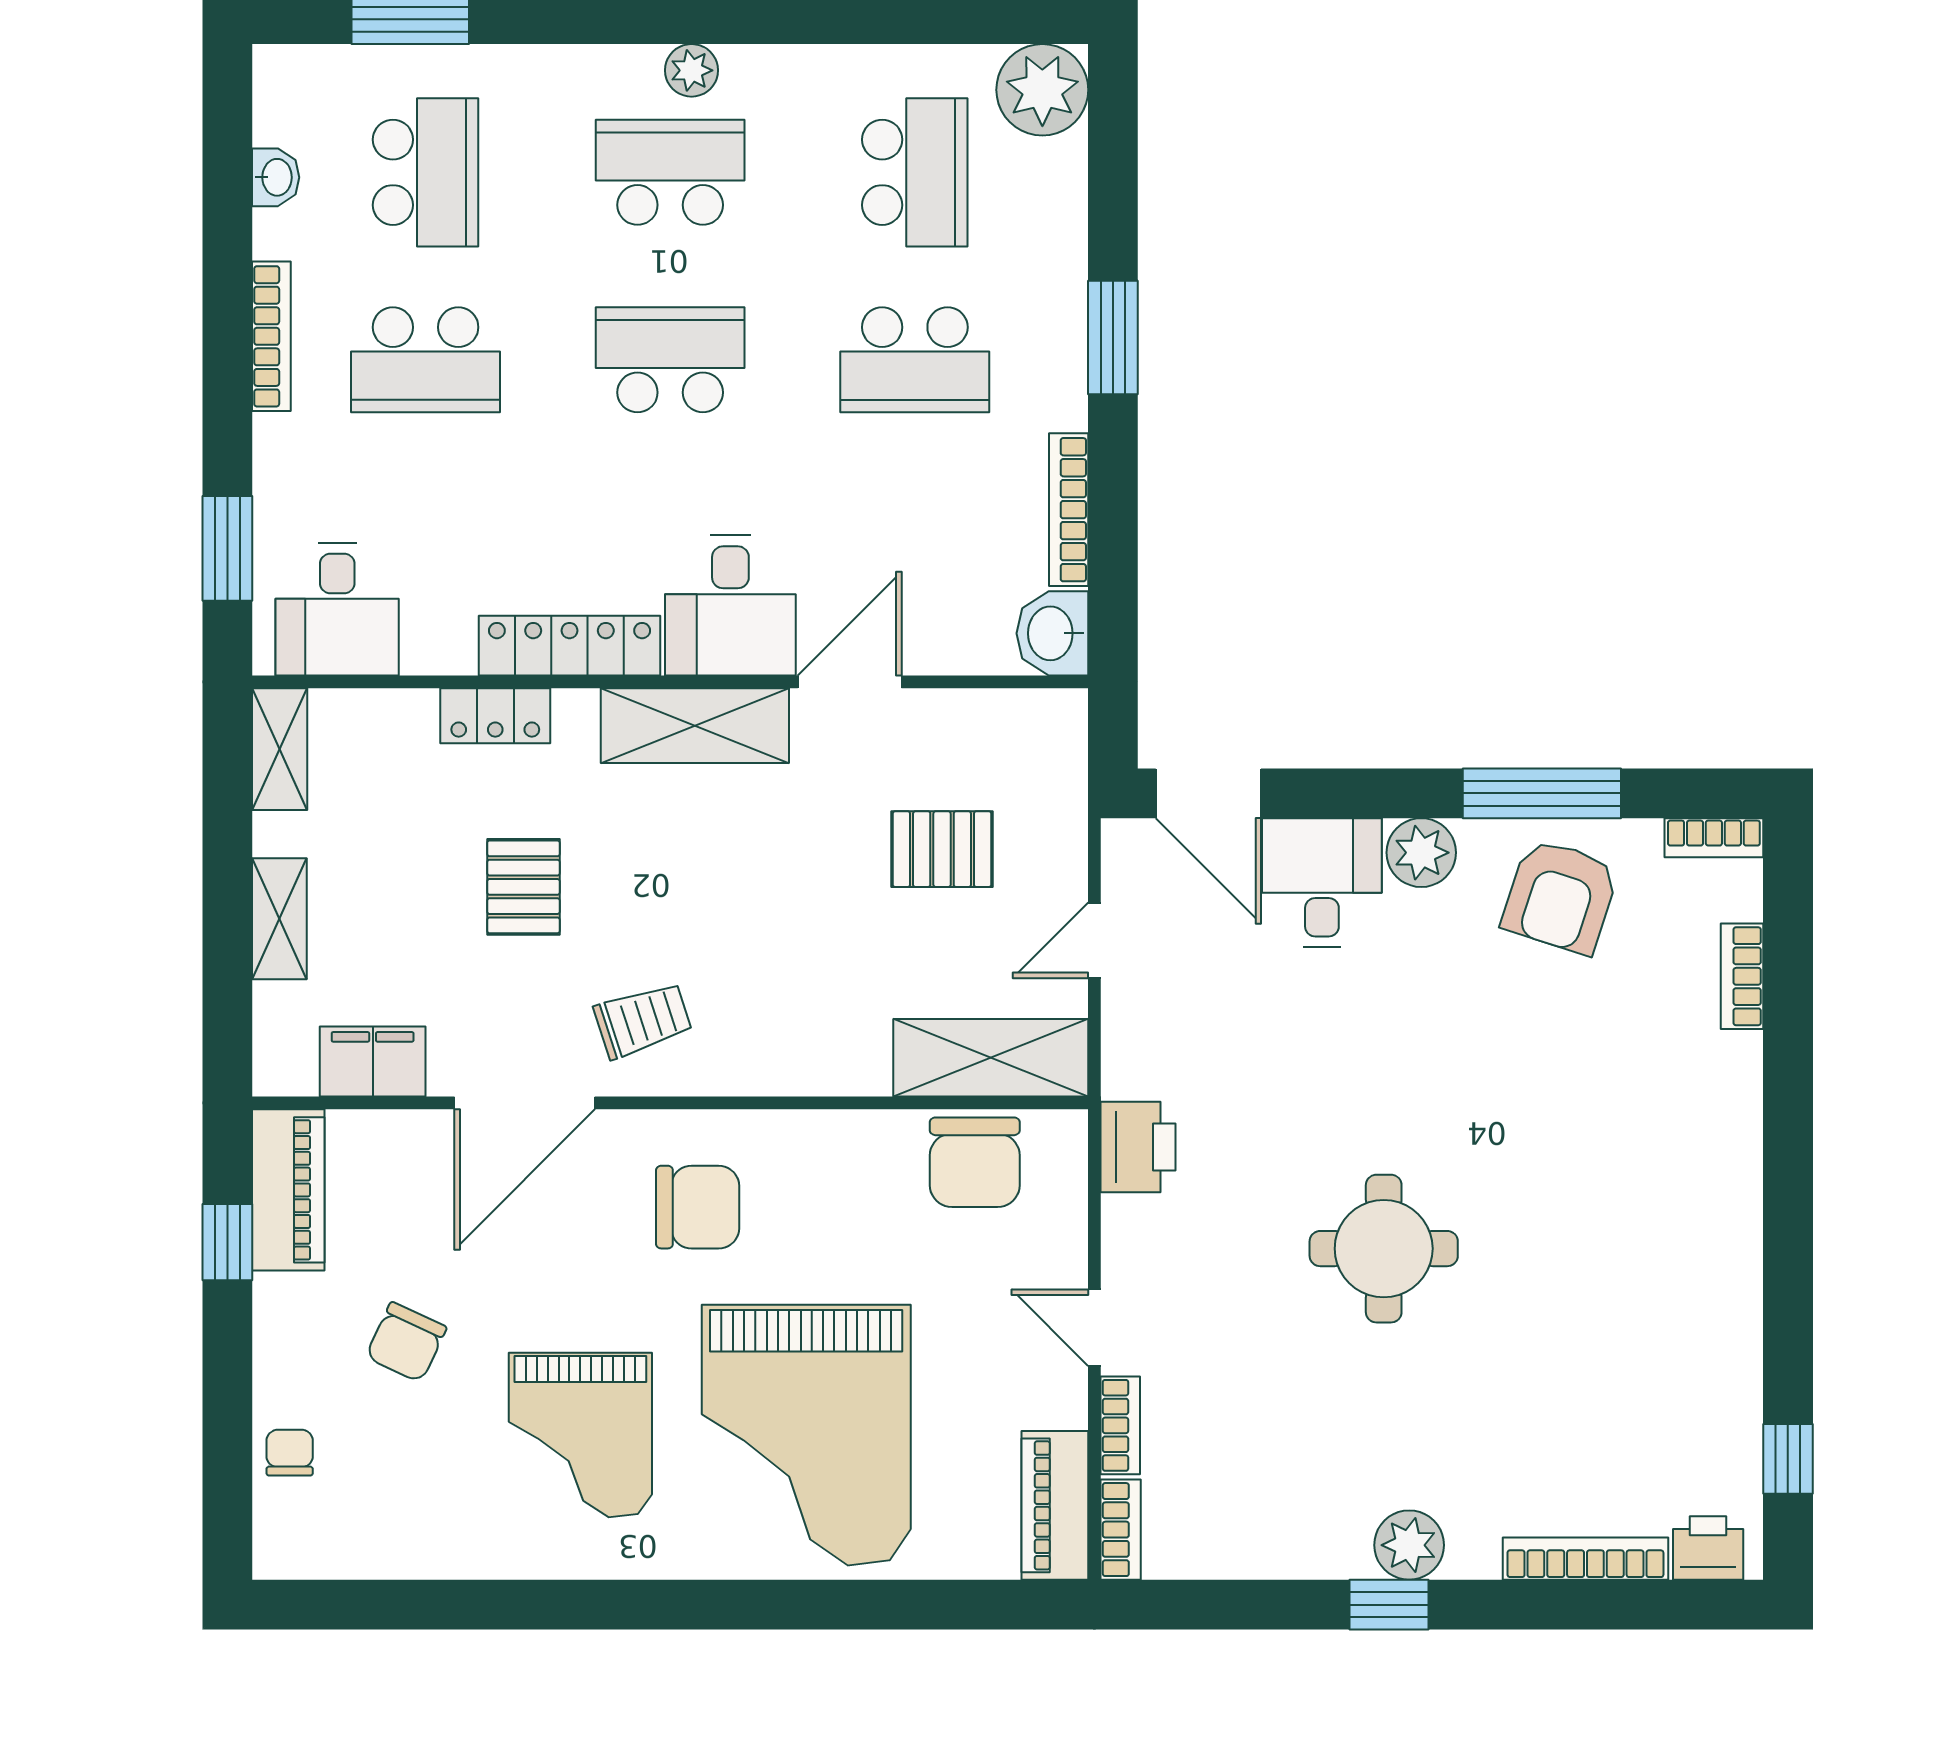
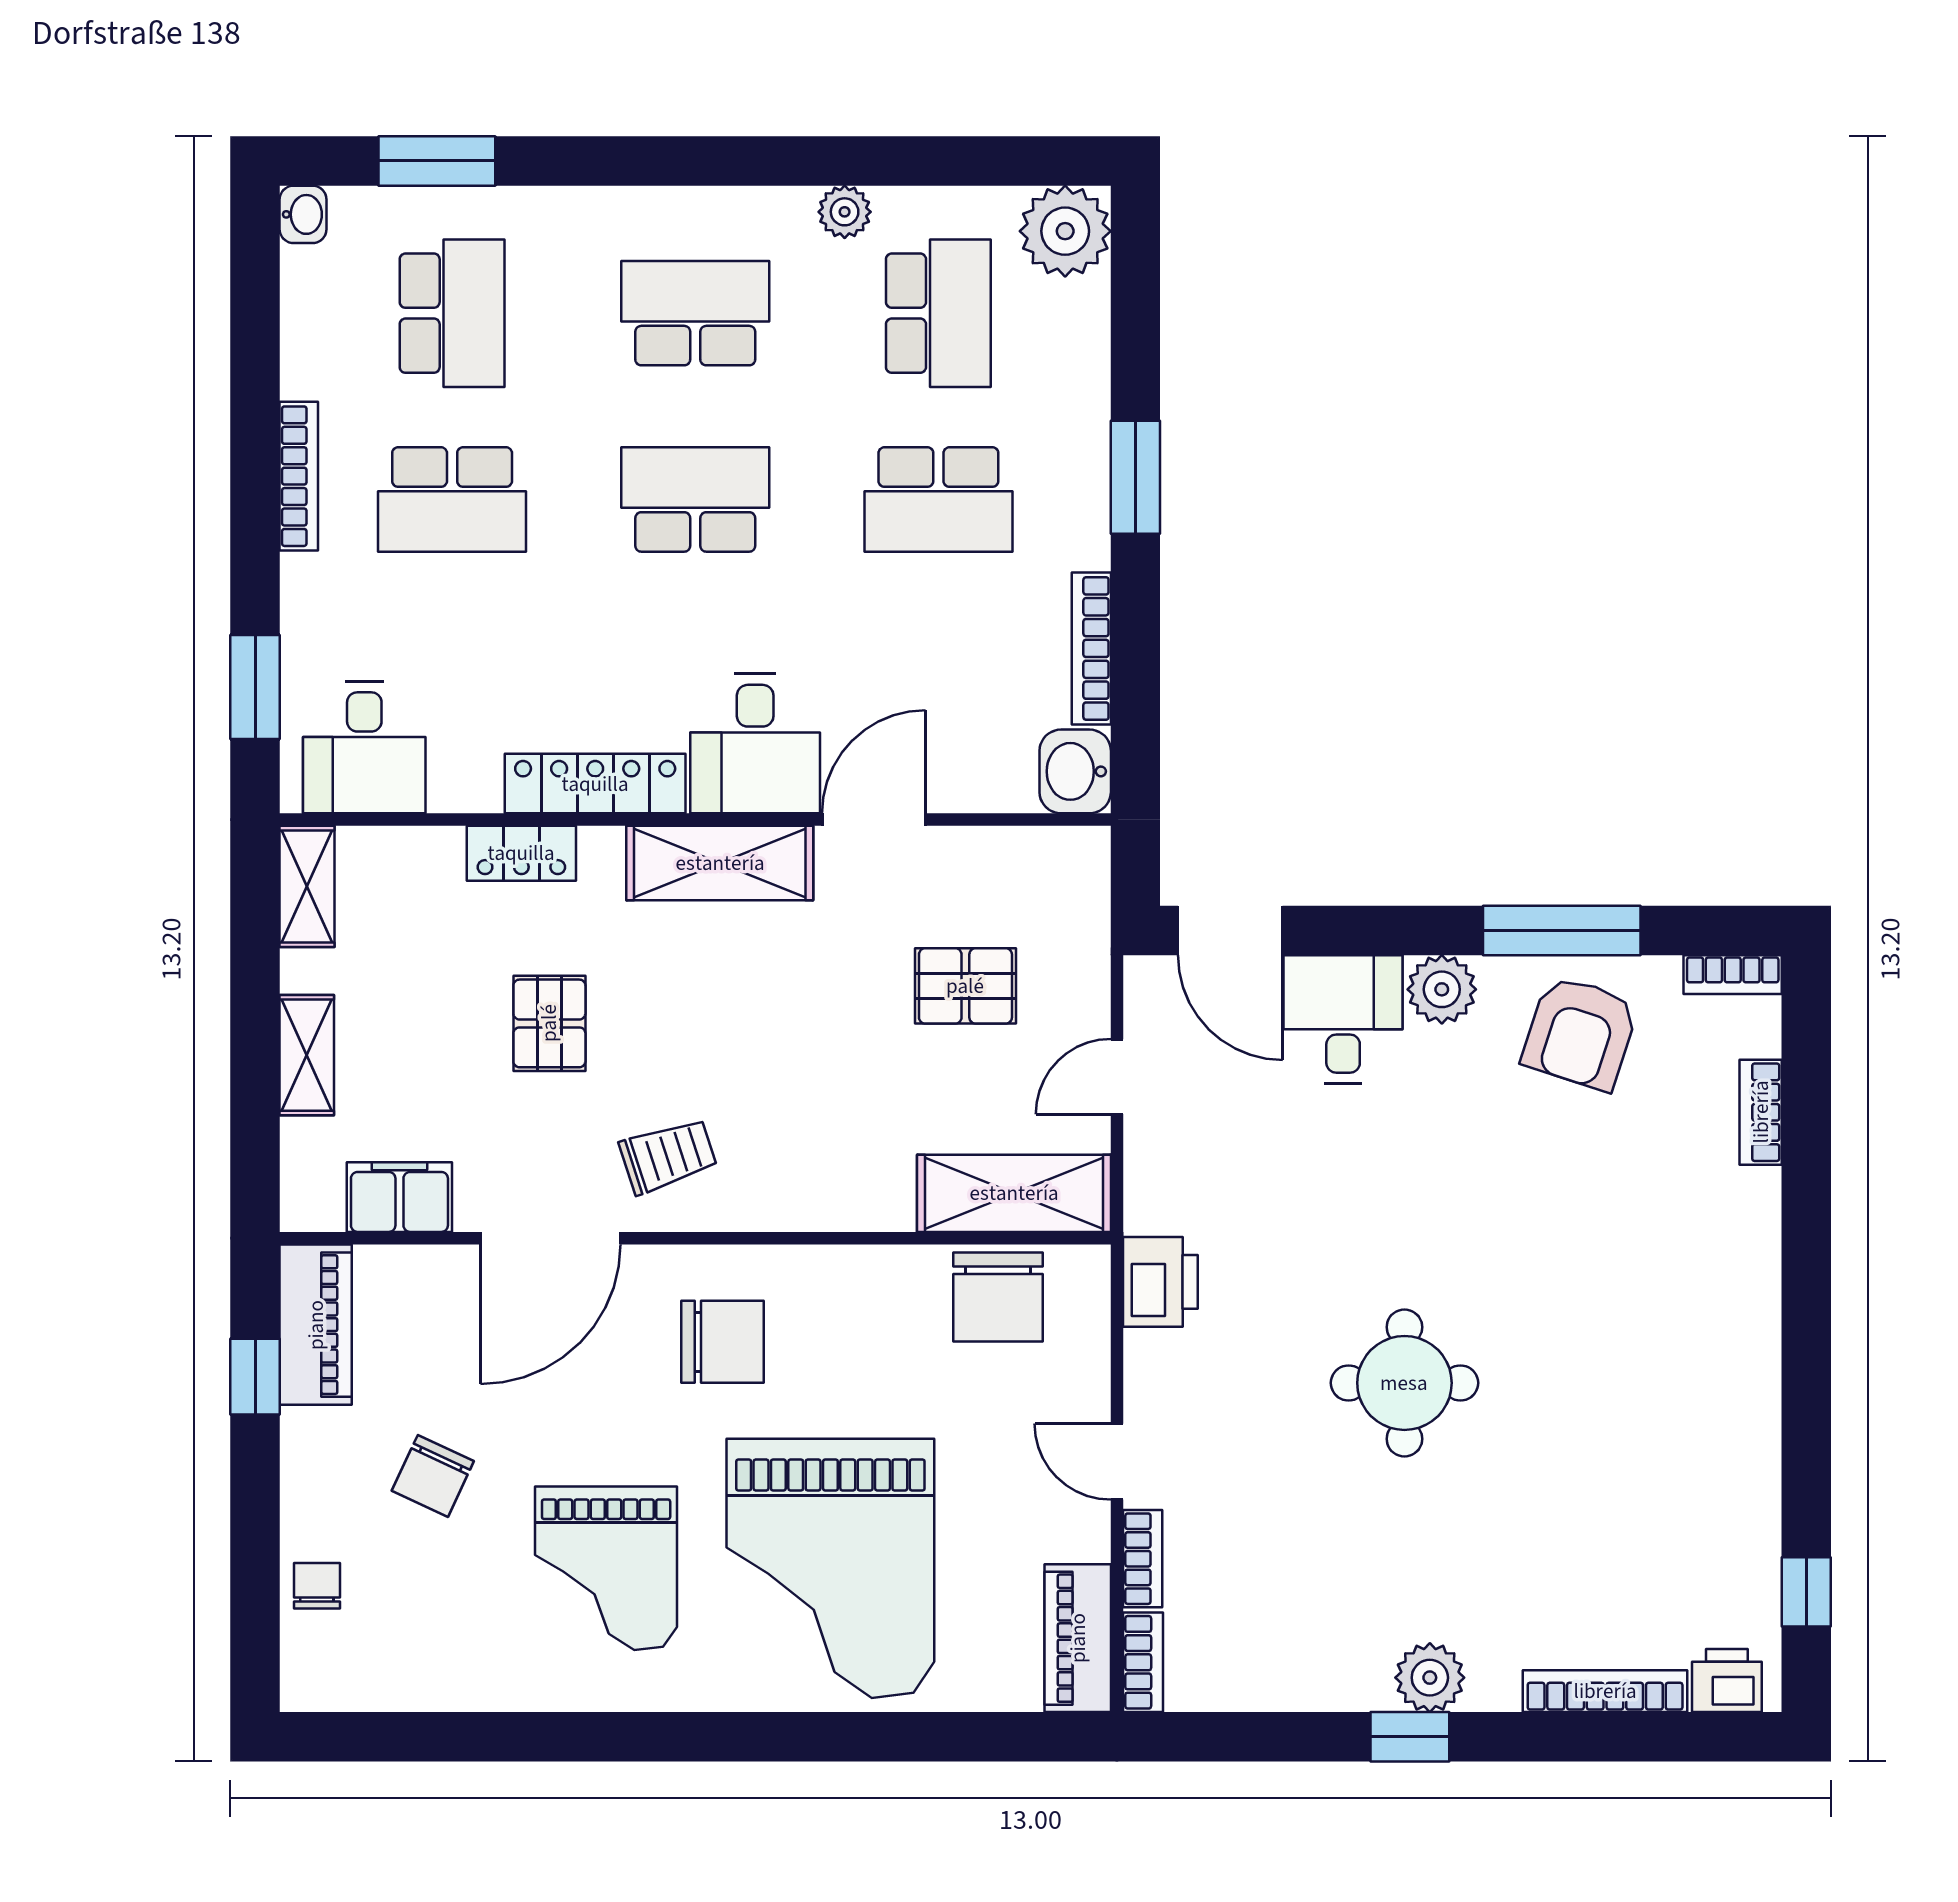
plant: (692, 70) -> (845, 212), moved
washbasin: (276, 177) -> (303, 214), moved

